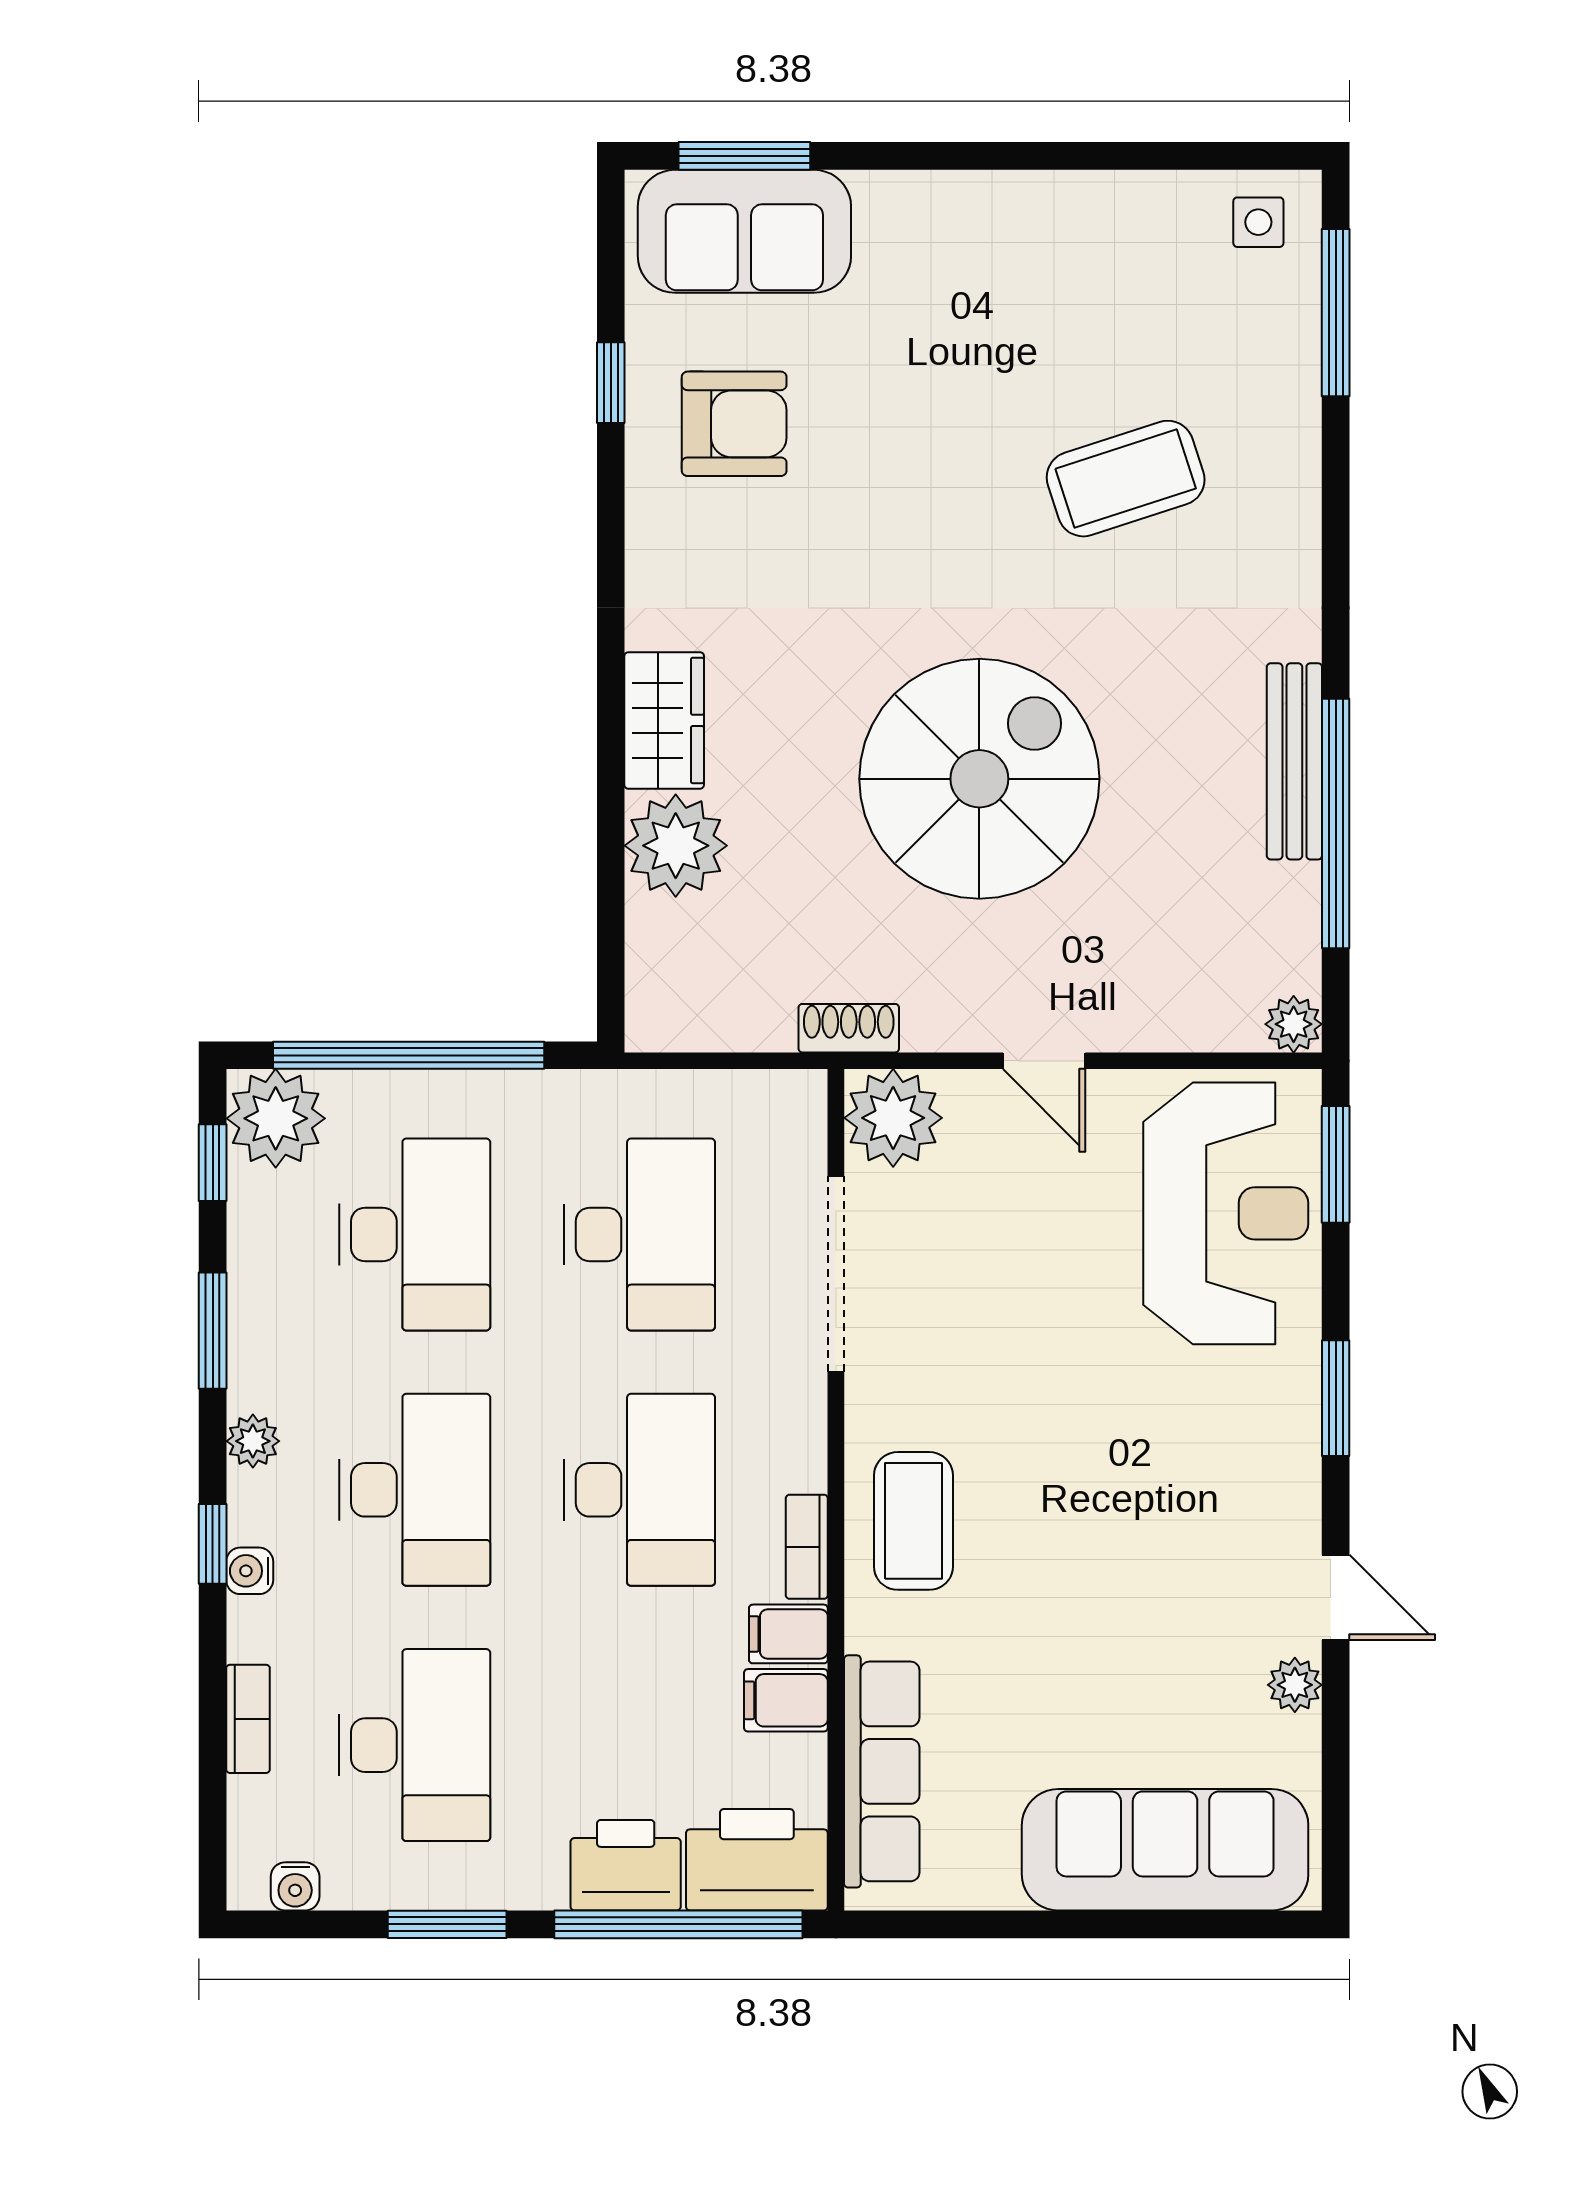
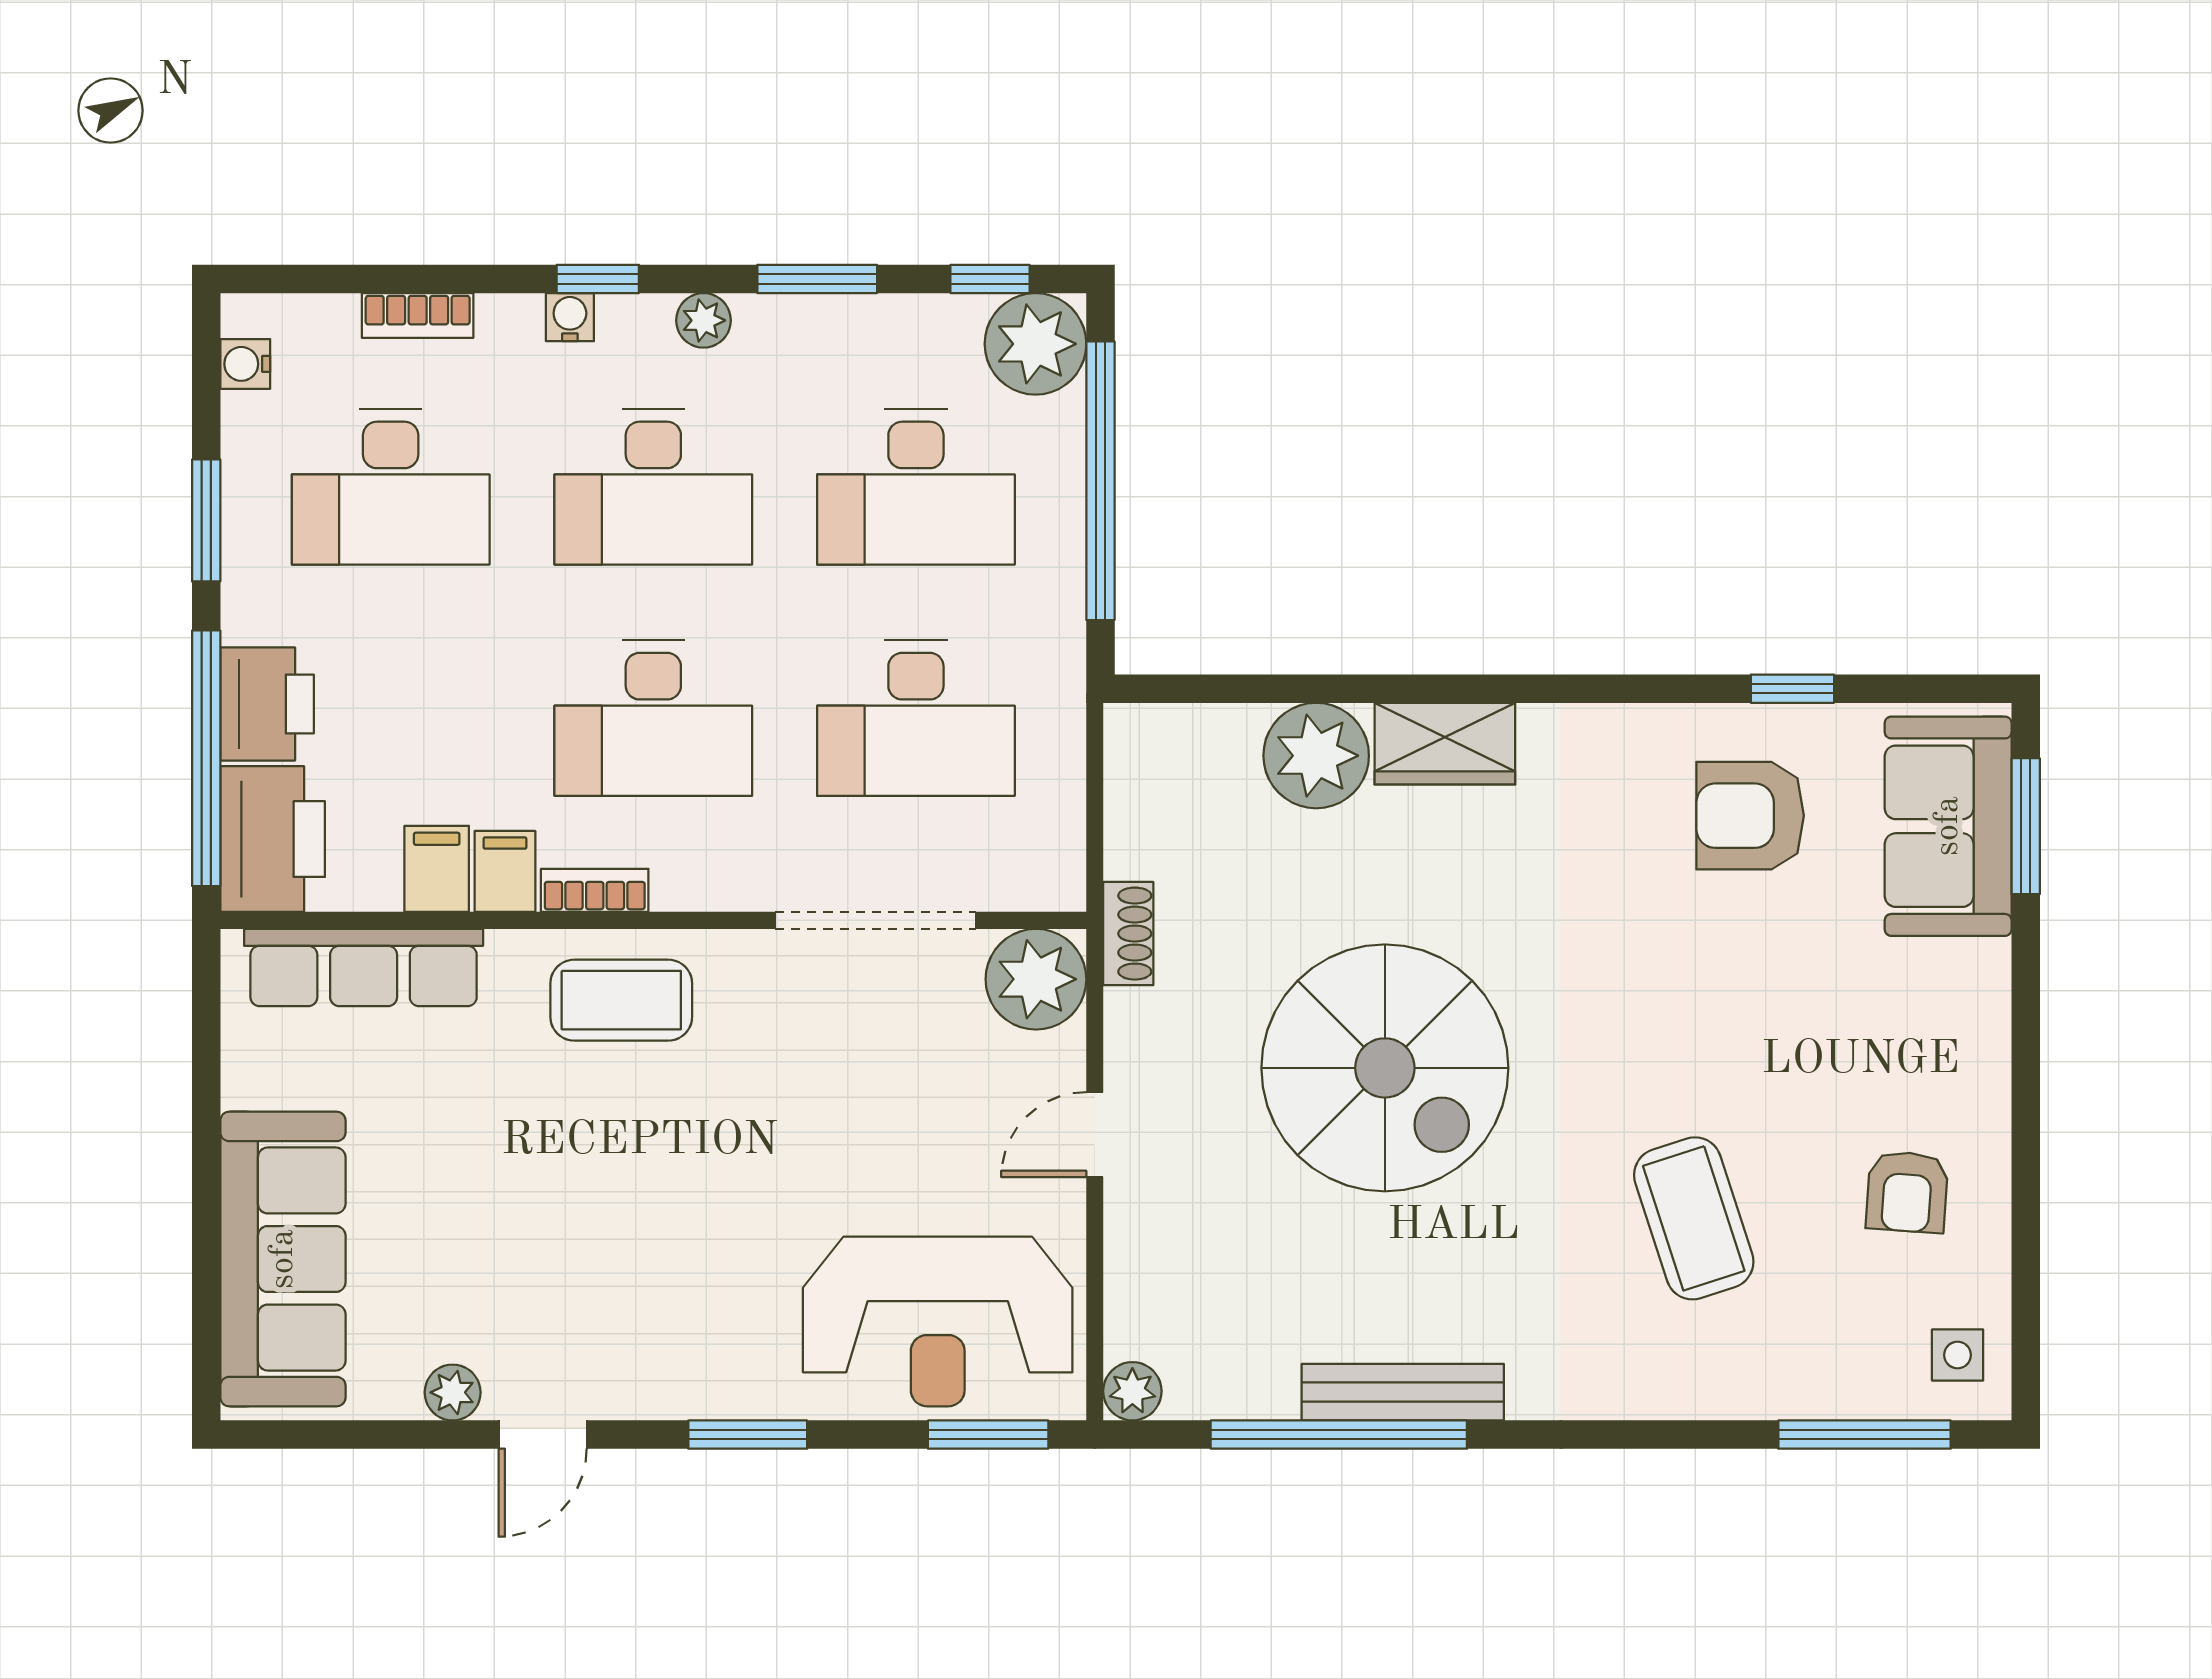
armchair: (1100, 271) -> (1907, 1192), added
armchair: (734, 424) -> (1750, 816), turned 90

